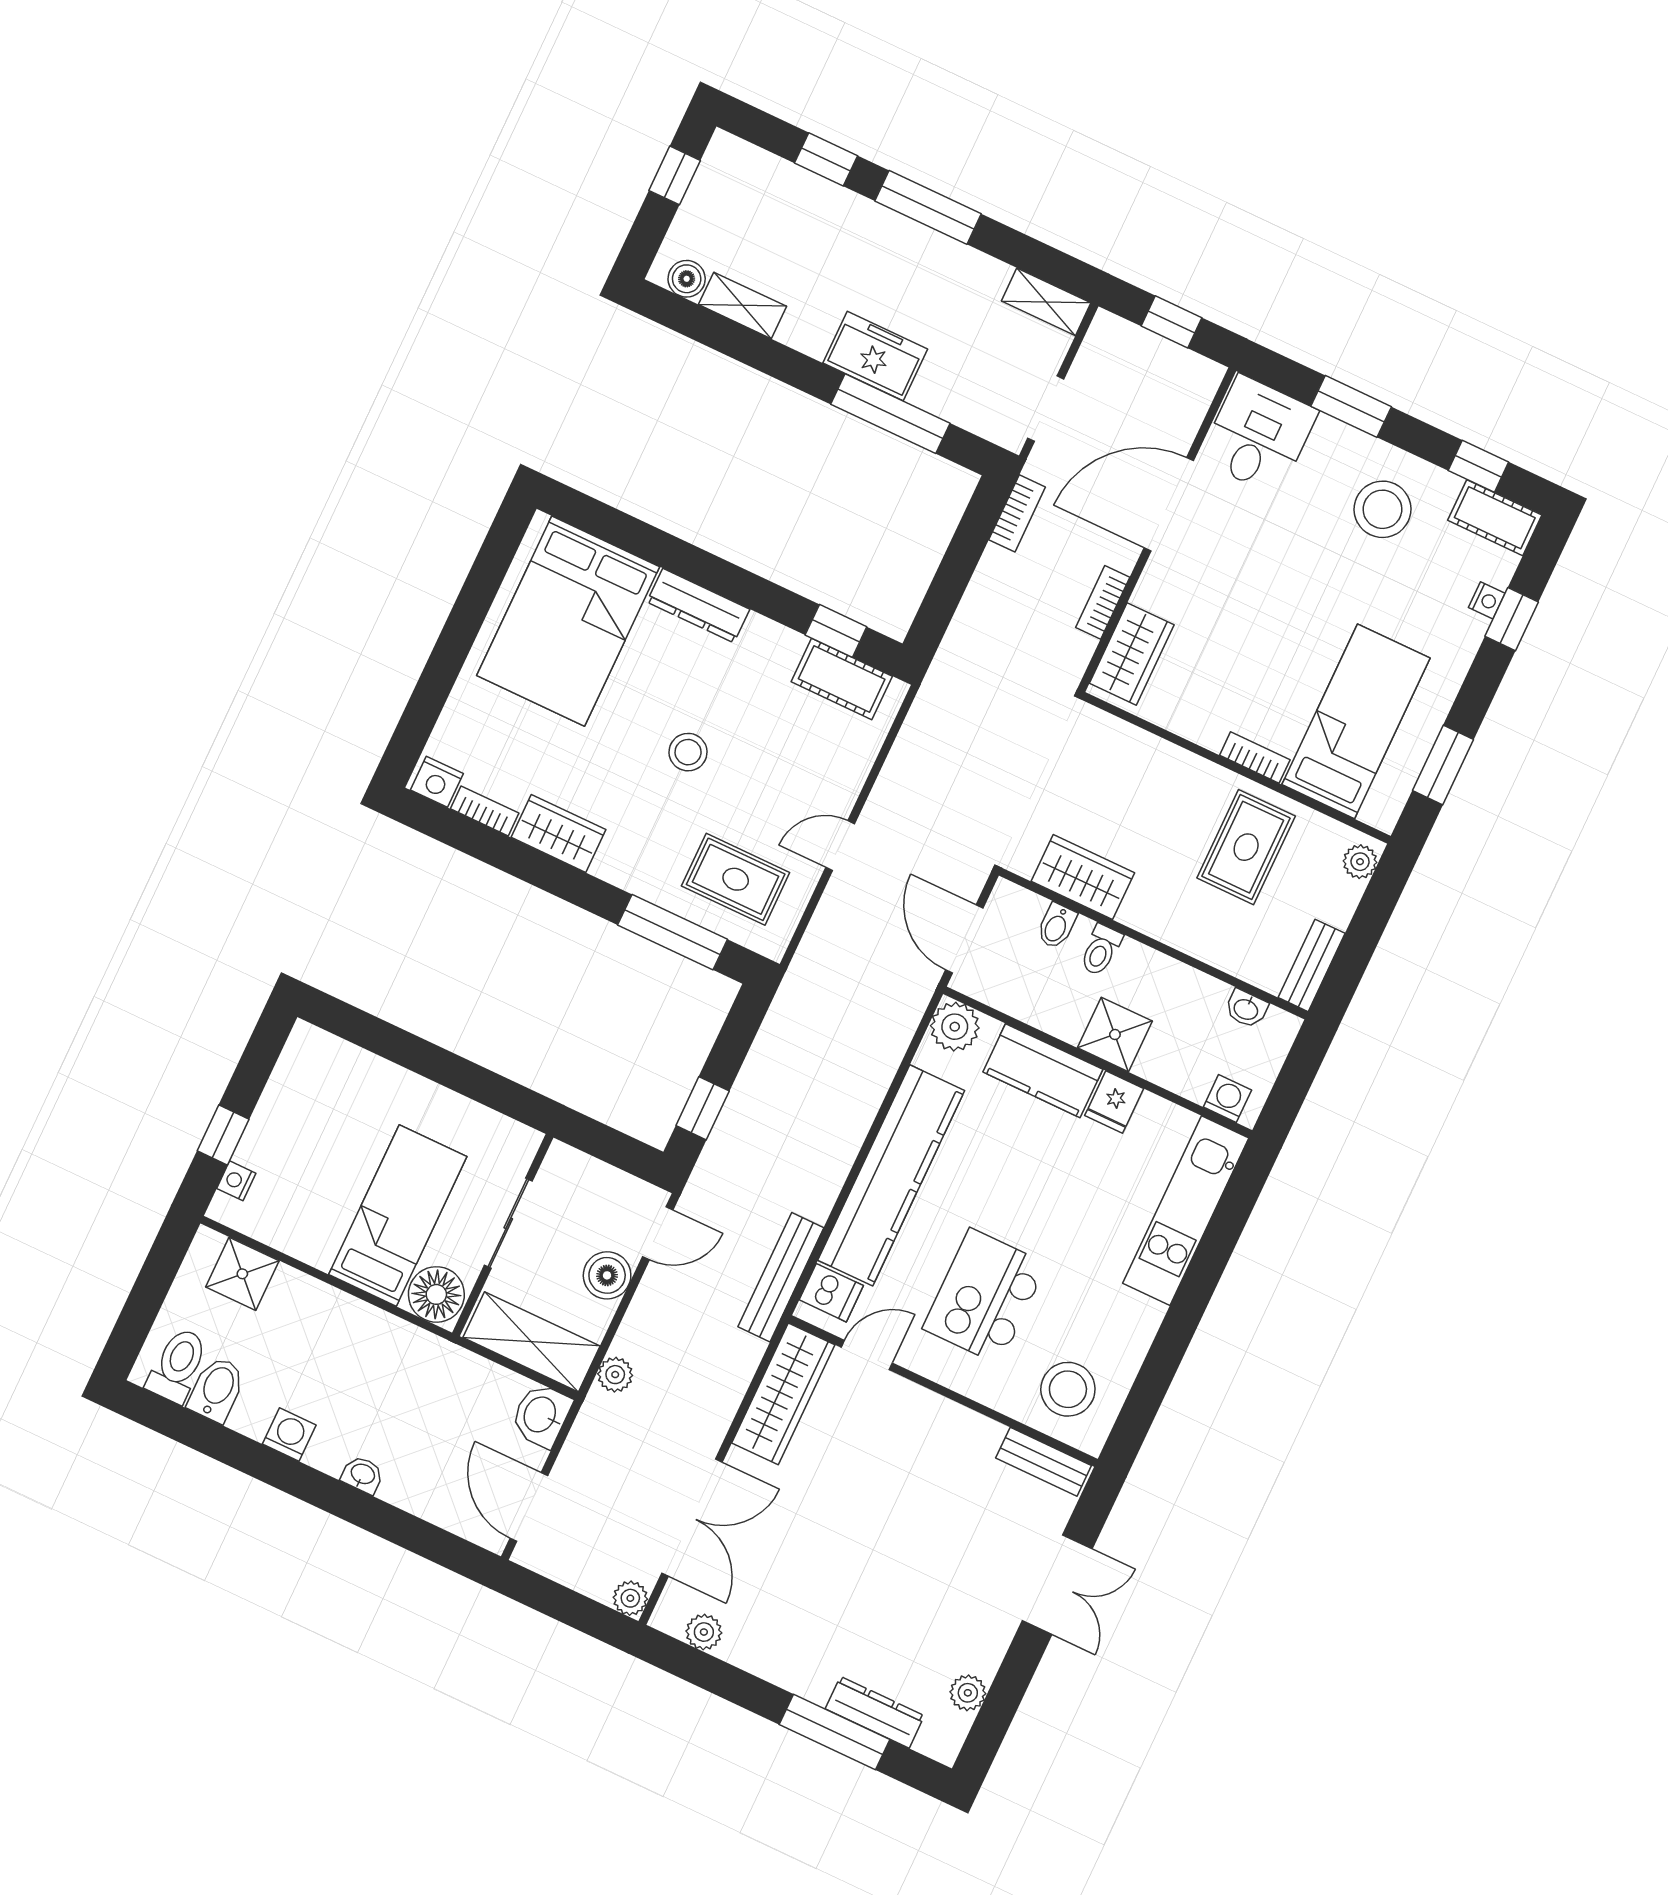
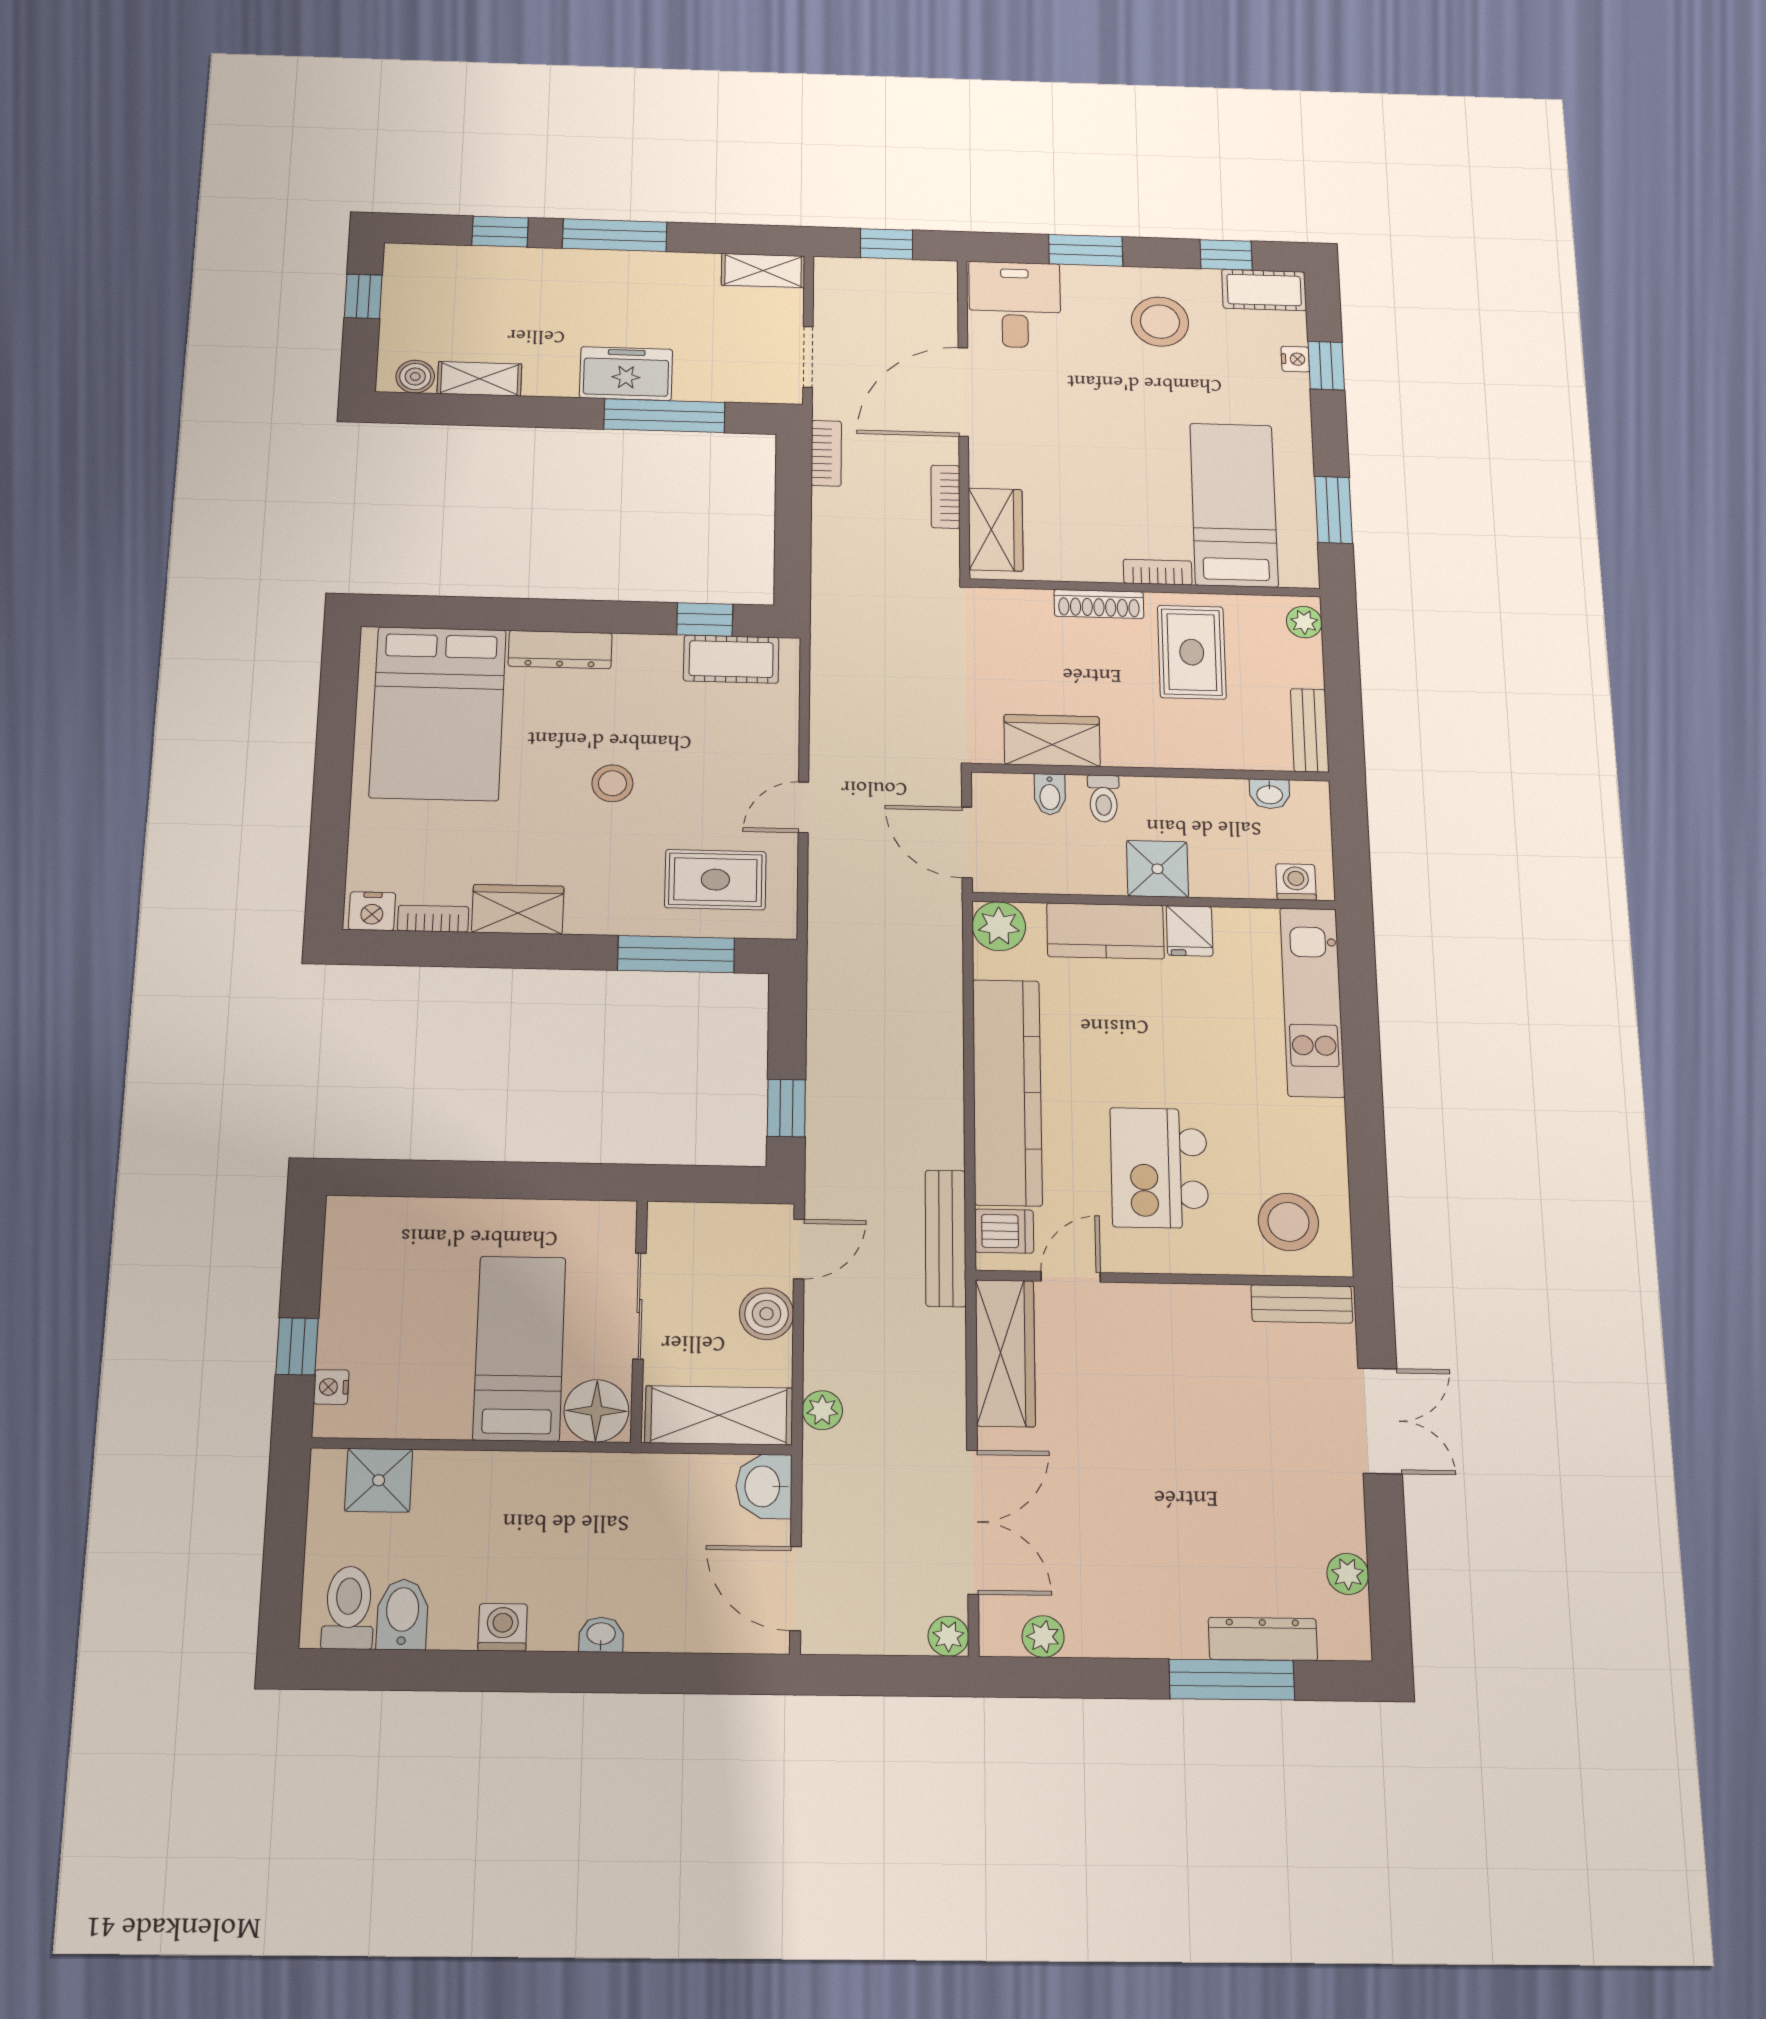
shoe rack: (1188, 766) -> (1099, 604), added

